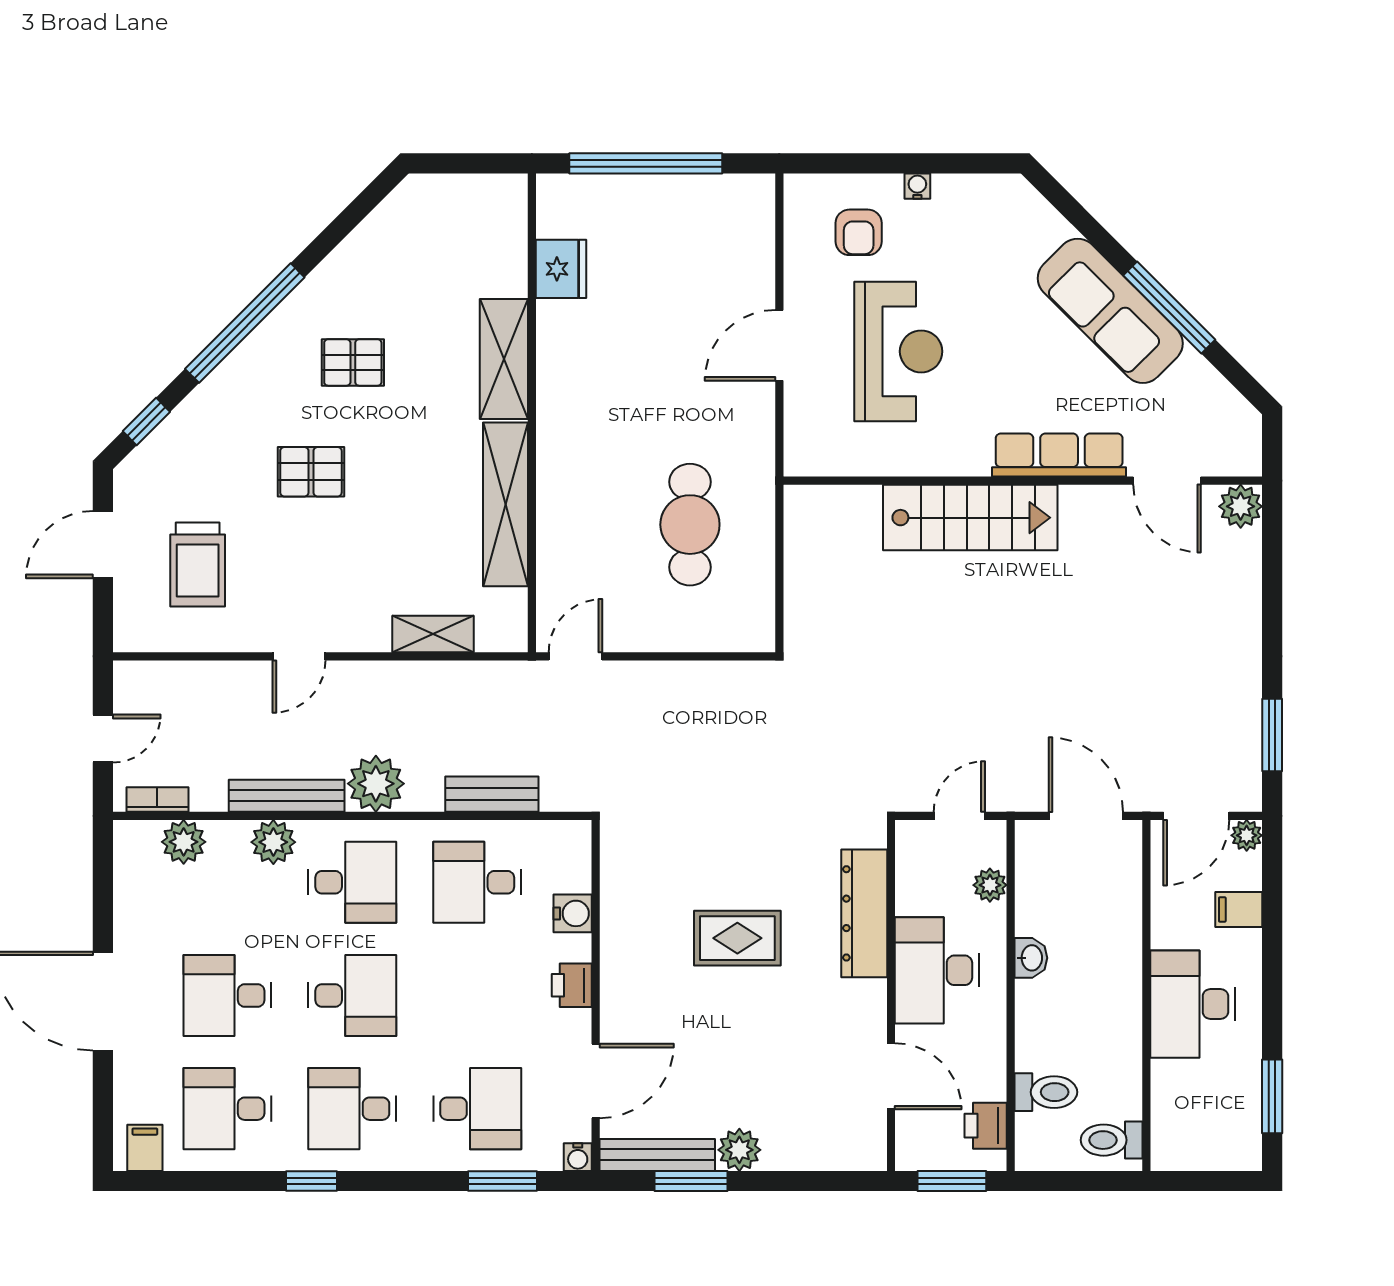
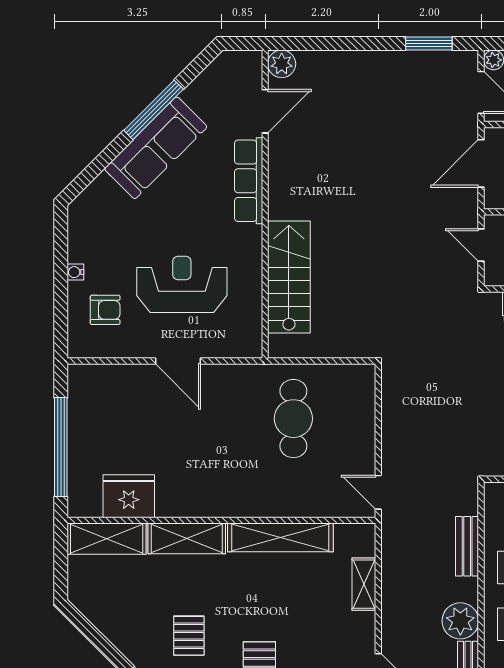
shelving: (503, 235) -> (107, 539), added
fridge: (561, 269) -> (129, 496), width x1.36, depth x1.34
stairs: (970, 518) -> (289, 277), moved
cafe table: (690, 525) -> (293, 419), turned 90

